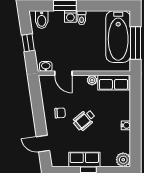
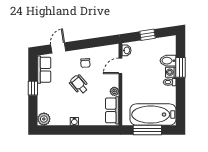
bidet: (42, 20) -> (168, 61), moved
row of seats: (84, 159) -> (44, 70), moved

